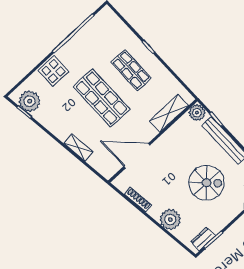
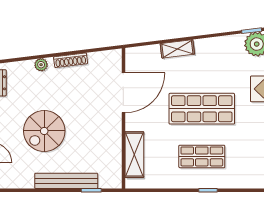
plant: (197, 113) -> (112, 179), removed
shoe rack: (138, 200) -> (71, 60), moved
plant: (170, 219) -> (41, 65), width x0.53, depth x0.53

